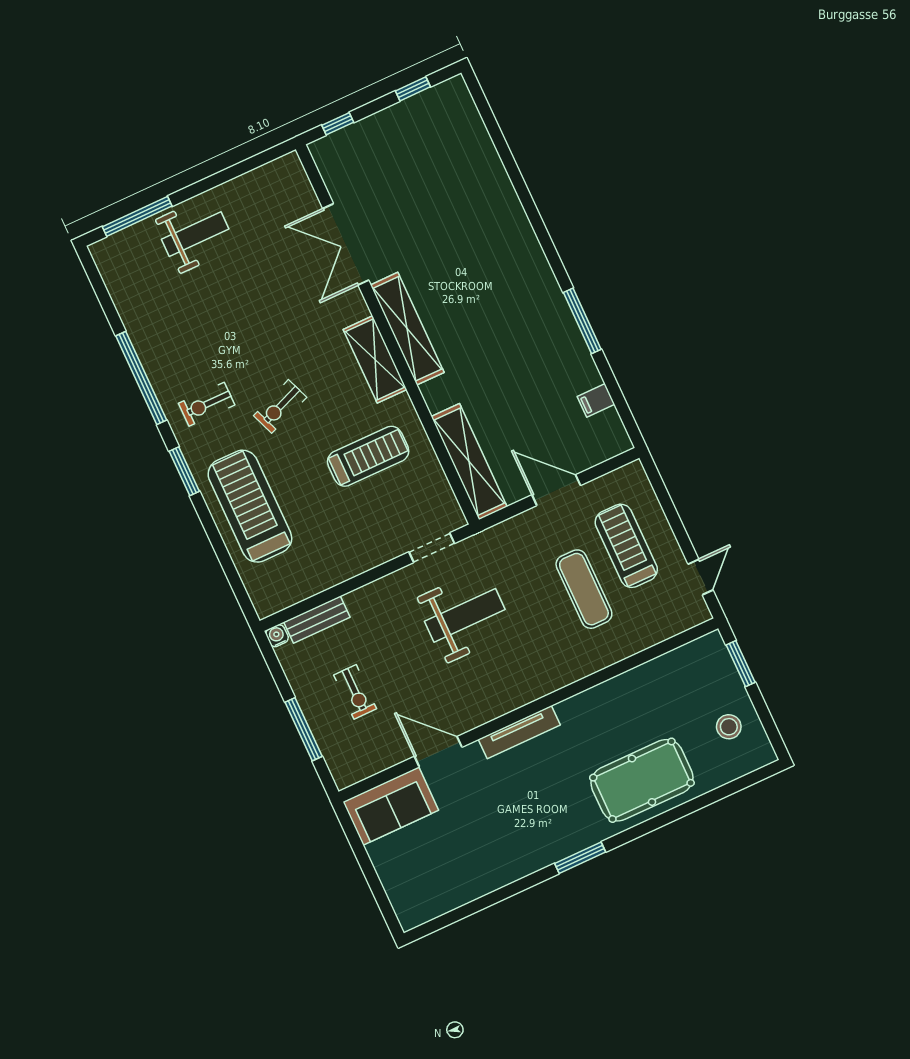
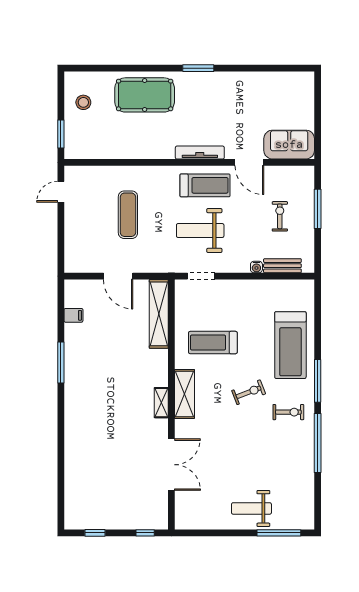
shelving: (407, 329) -> (161, 403), width x0.45, depth x0.75
window: (184, 471) -> (318, 381), width x1.44
treadmill: (626, 546) -> (205, 185), moved, turned -90
water cooler: (277, 636) -> (256, 267), moved

